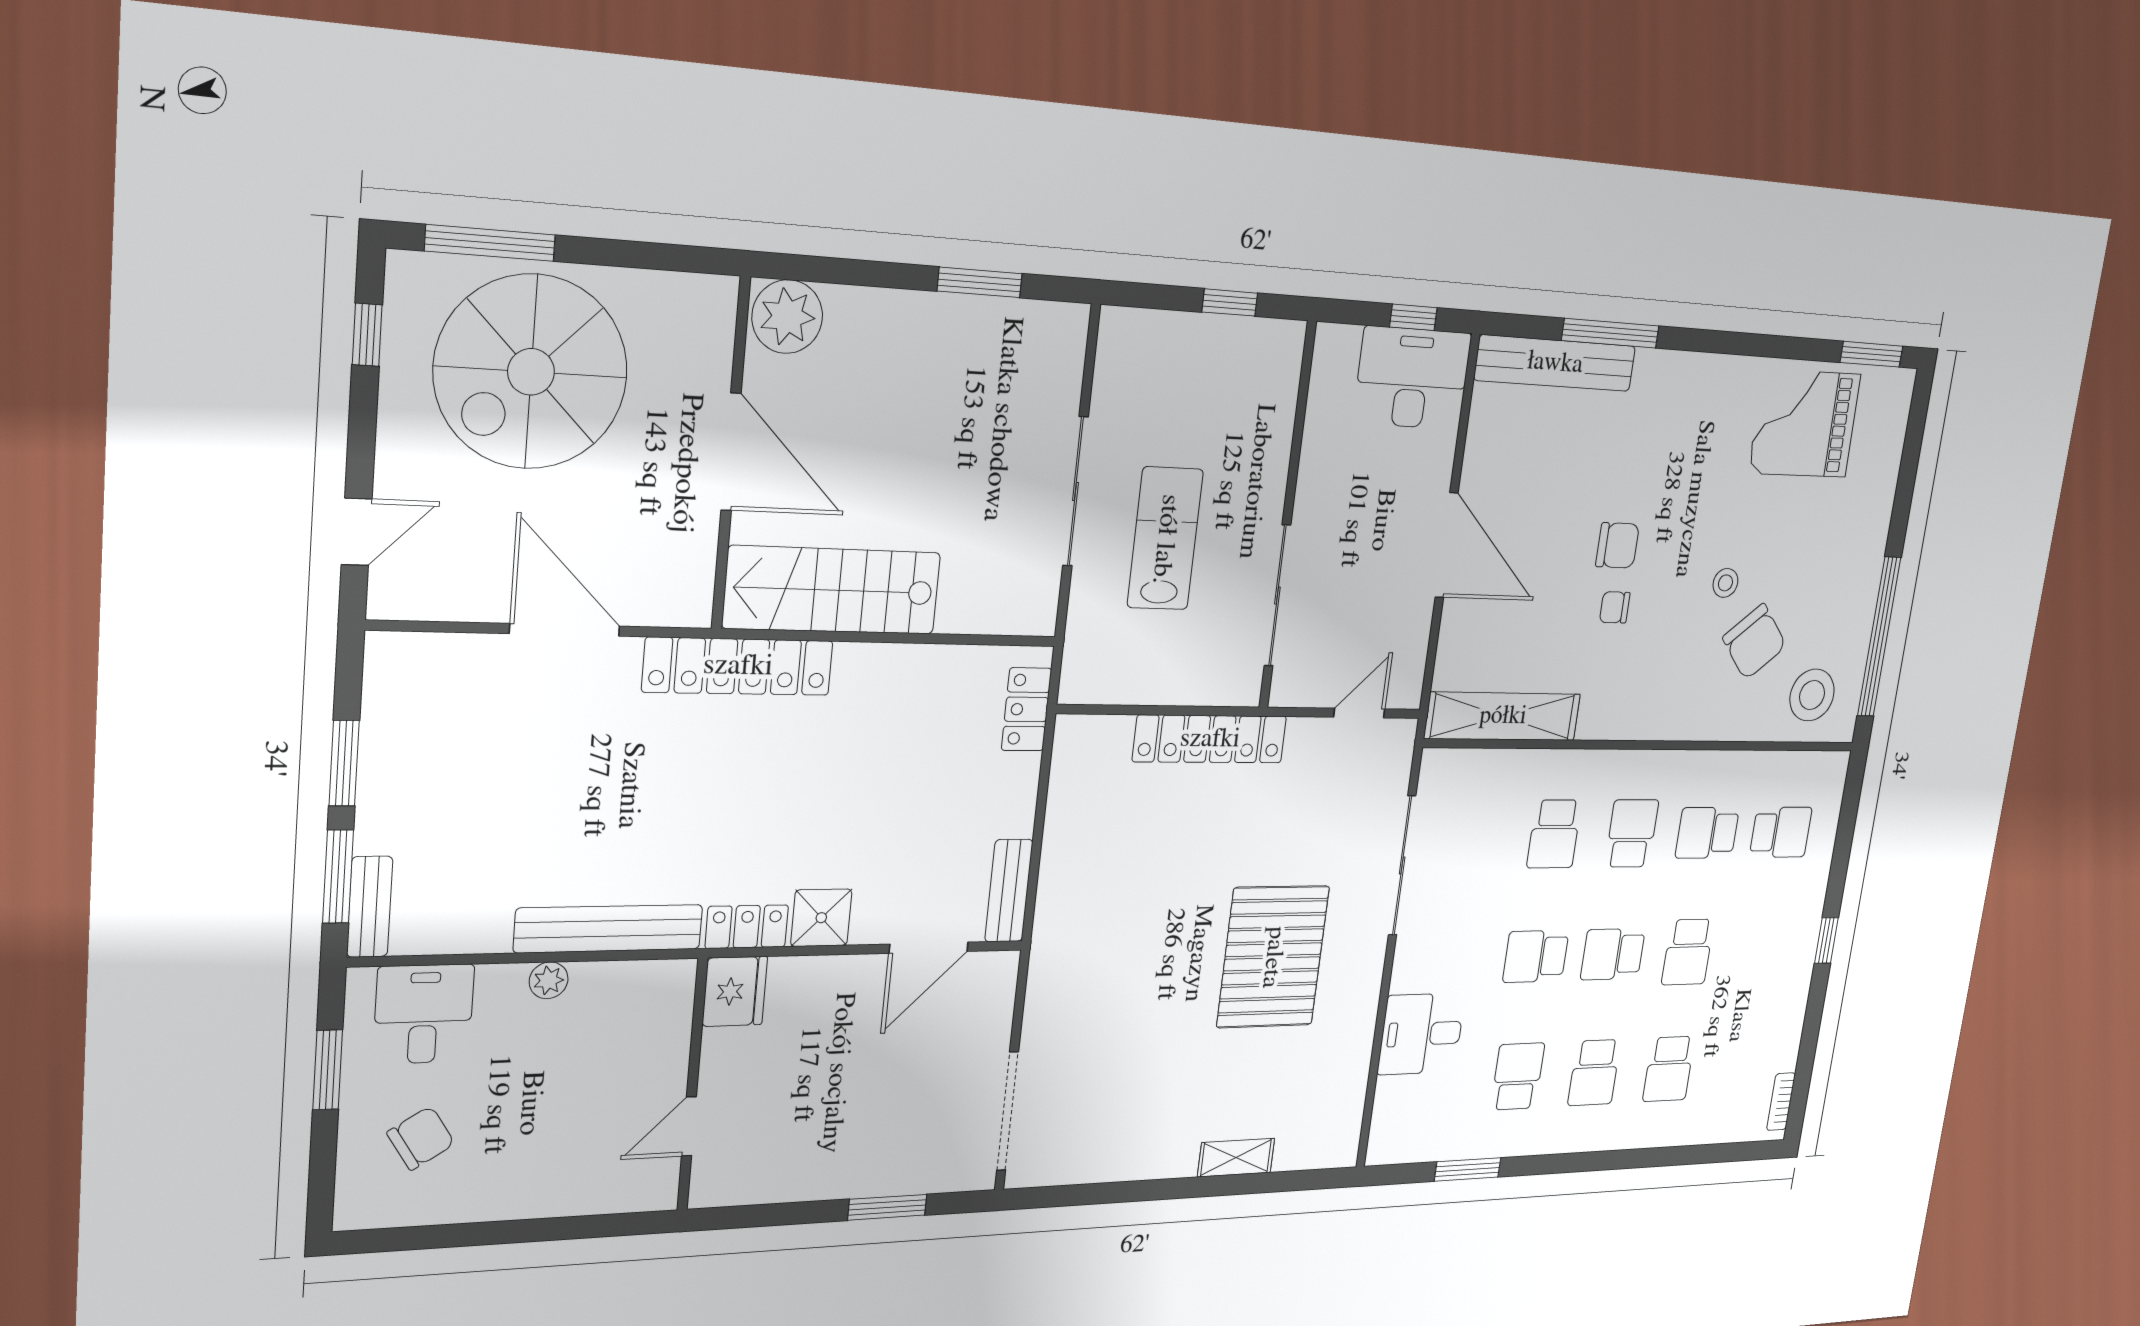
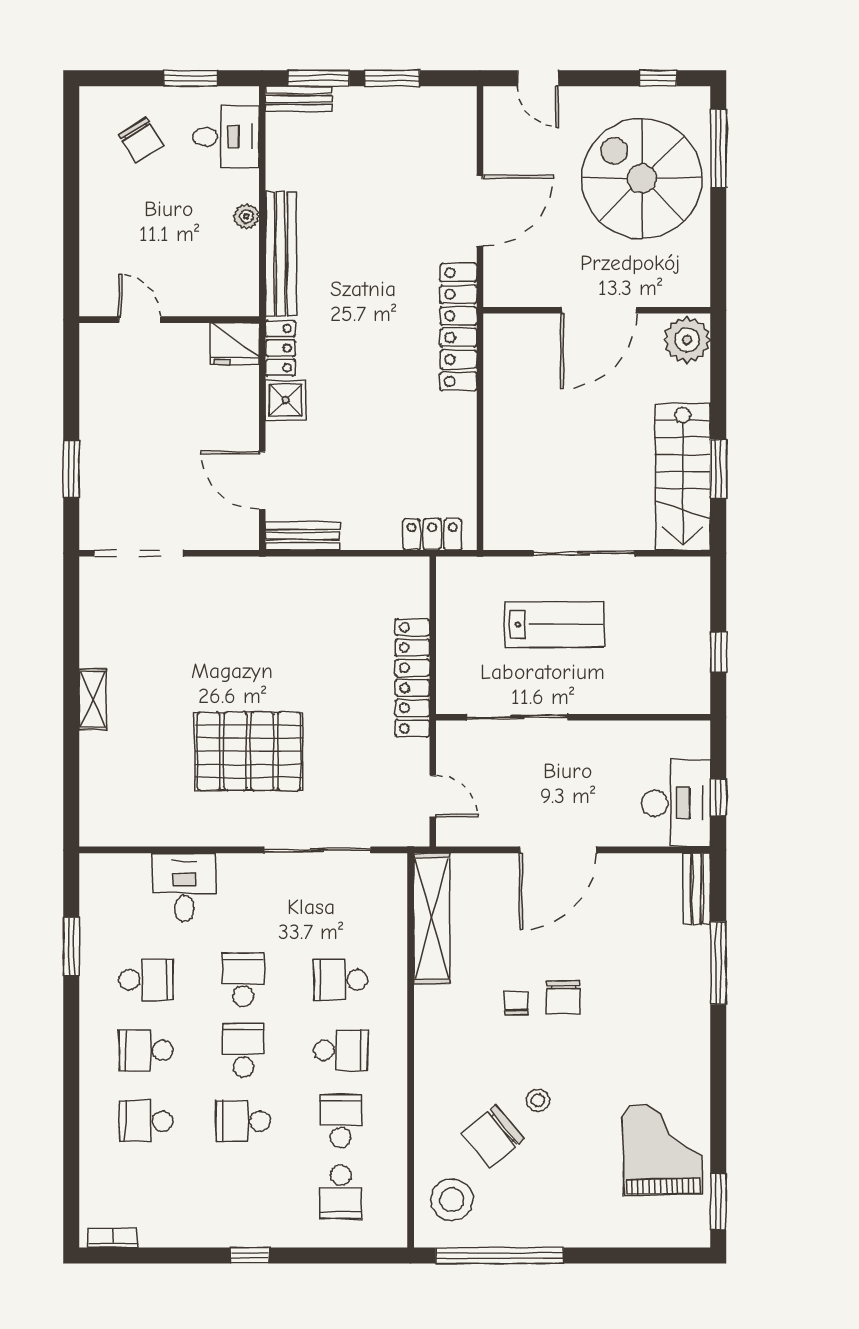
bench: (1555, 363) -> (697, 889), width x0.54, depth x0.82
stairs: (832, 590) -> (683, 477), moved, turned 180
shelving: (1236, 1158) -> (93, 699), moved

